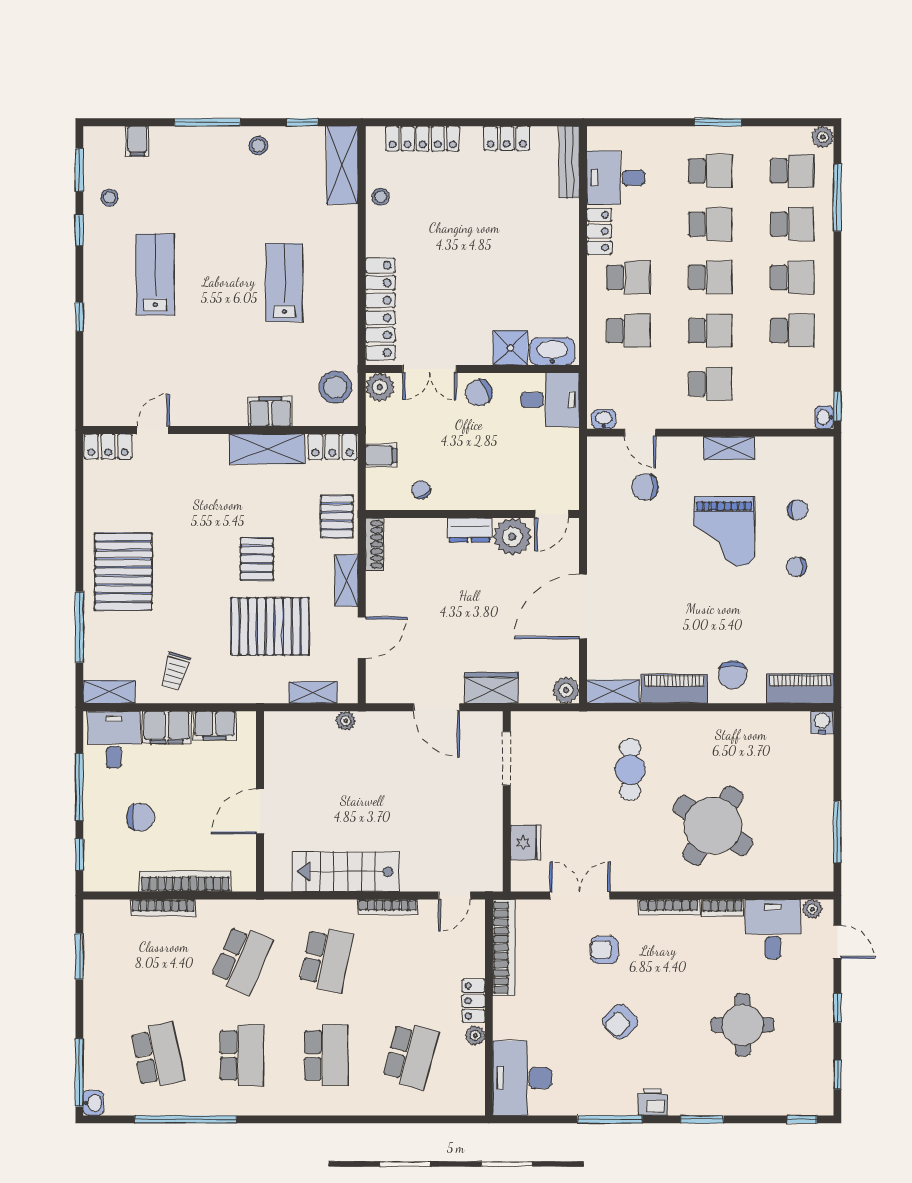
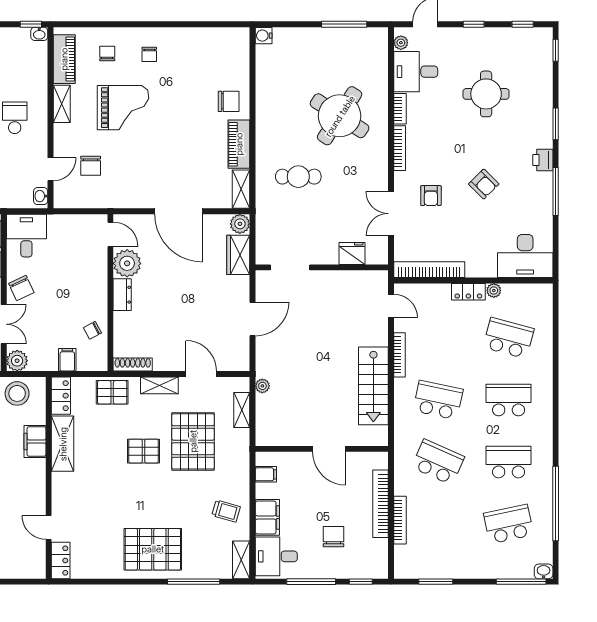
wardrobe: (491, 688) -> (238, 255), moved
piano: (800, 689) -> (64, 59), moved, turned 180
filing cabinet: (215, 725) -> (266, 474), width x0.50

